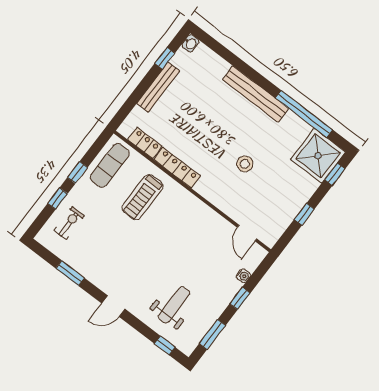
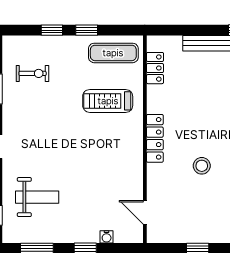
locker: (177, 168) -> (155, 138), moved
exercise bike: (69, 223) -> (33, 73), moved
door: (247, 233) -> (145, 212), hinge flipped

